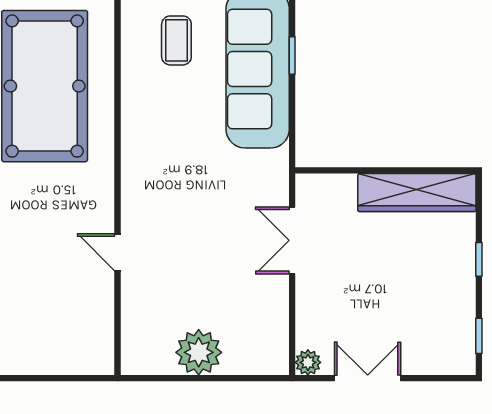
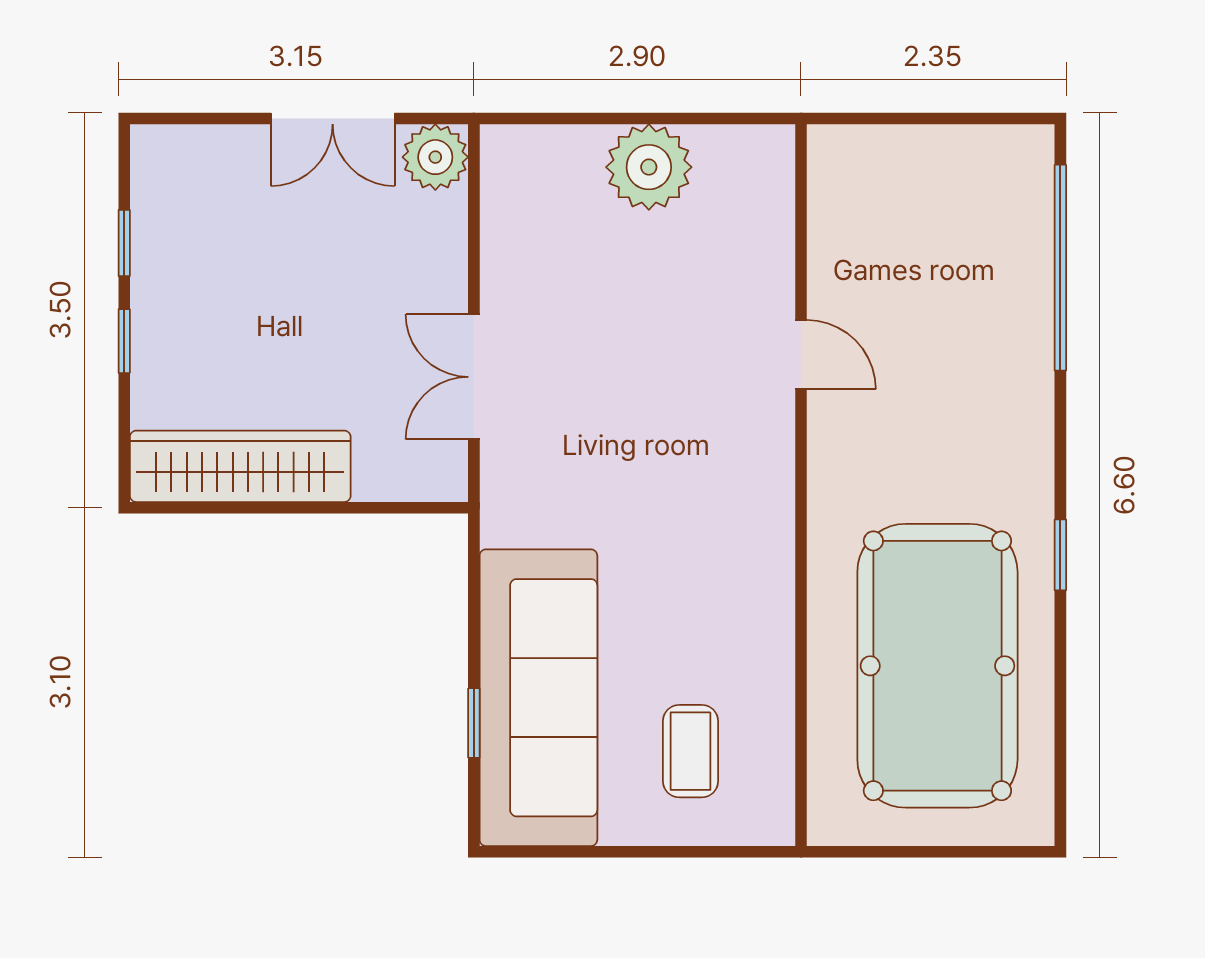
double door: (292, 240) -> (474, 377), swing flipped
window: (479, 336) -> (124, 243), moved
plant: (308, 362) -> (435, 157), width x1.38, depth x1.38

